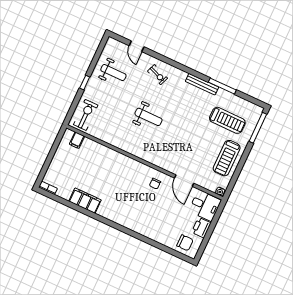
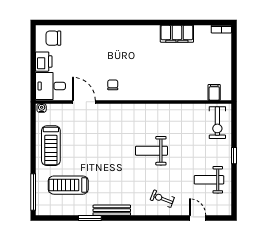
window: (222, 86) -> (90, 218), width x0.69
treadmill: (227, 158) -> (51, 146), turned 180

